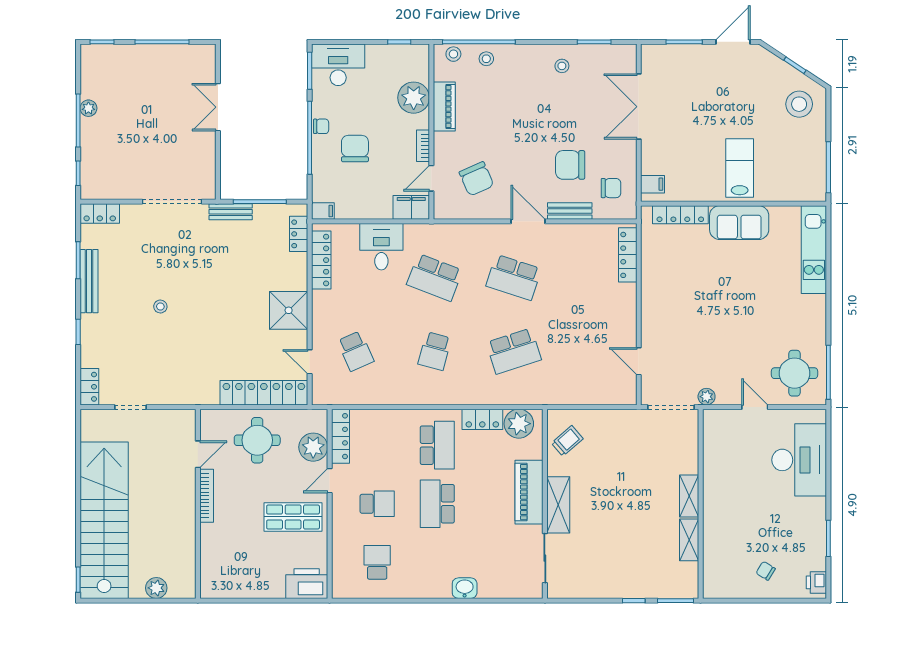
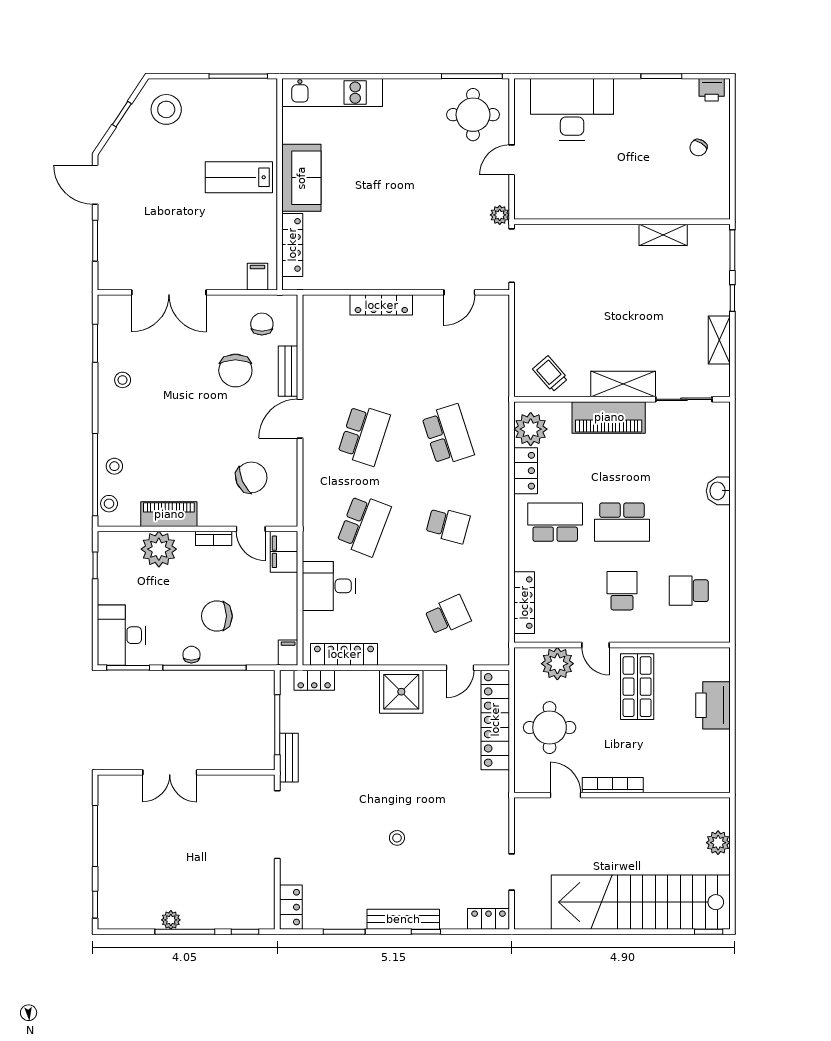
locker: (628, 255) -> (381, 305), moved
bench: (89, 281) -> (403, 919), moved
locker: (340, 436) -> (524, 603), moved, turned 90
shelving: (689, 496) -> (719, 340), moved, turned 90
printer: (307, 584) -> (713, 705), moved

